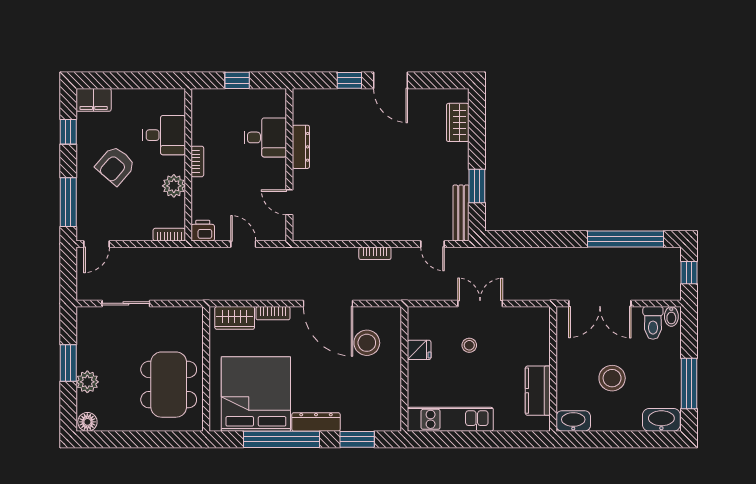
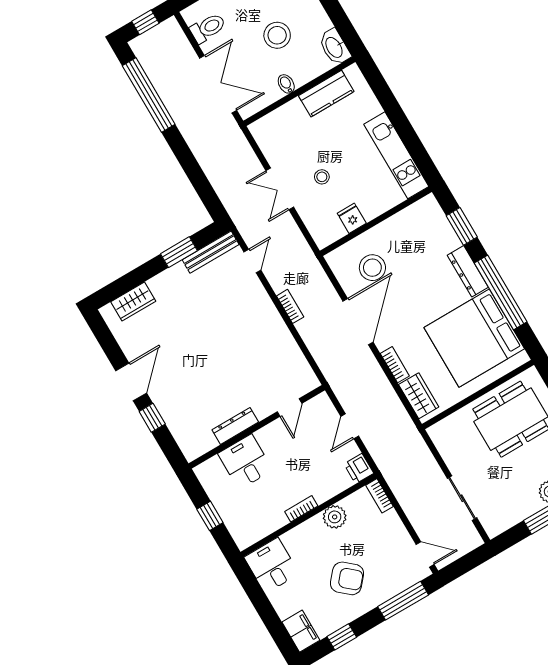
desk: (164, 135) -> (272, 565), moved
bidet: (671, 316) -> (286, 84), moved, turned -90

